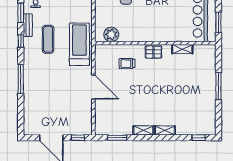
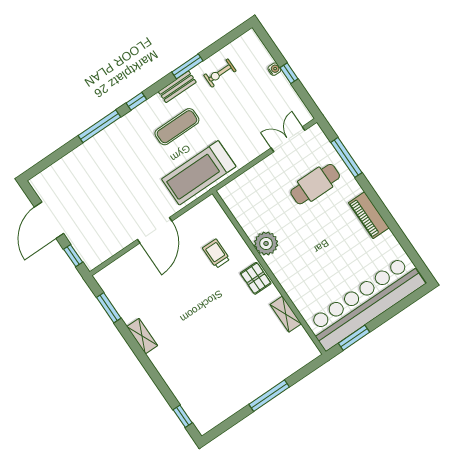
plant: (111, 34) -> (266, 243), moved
window: (21, 41) -> (136, 101), moved
treadmill: (79, 44) -> (199, 173), turned 180
shelving: (165, 130) -> (162, 365), removed

